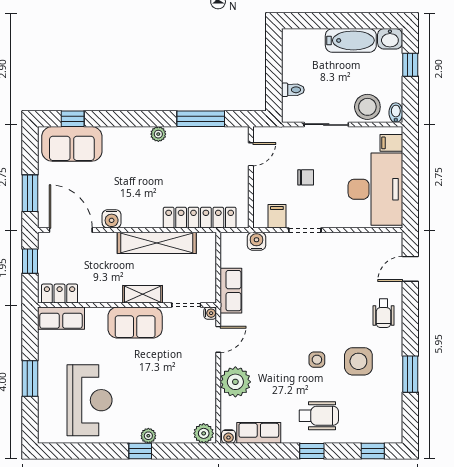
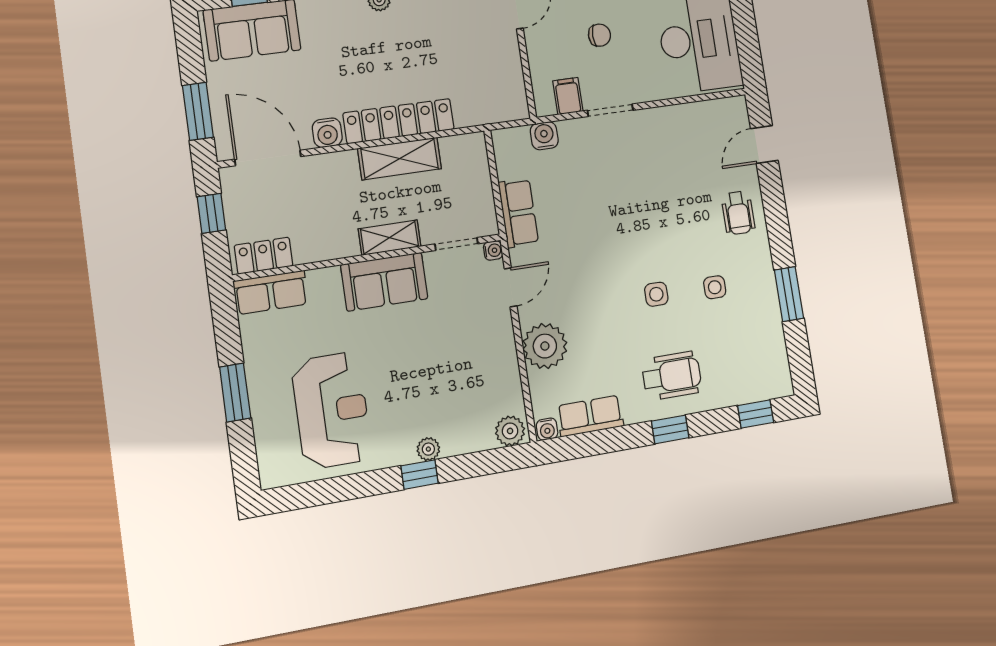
locker: (200, 218) -> (399, 121), moved
shelving: (157, 243) -> (400, 159), width x0.68
side table: (358, 361) -> (715, 287), width x0.54, depth x0.54

